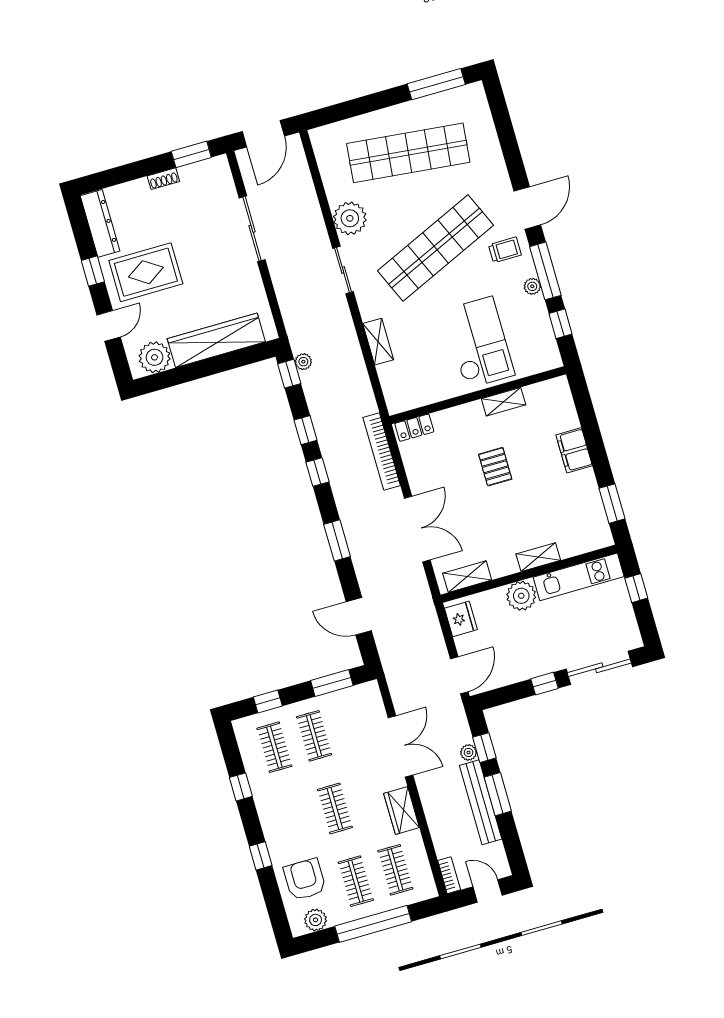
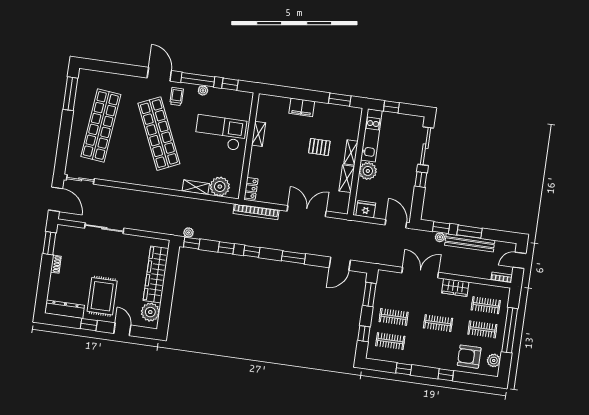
plant: (350, 218) -> (220, 187), moved
sliding door: (343, 270) -> (80, 179), moved
pallet: (495, 467) -> (319, 147), moved
shelving: (467, 577) -> (347, 179), moved

